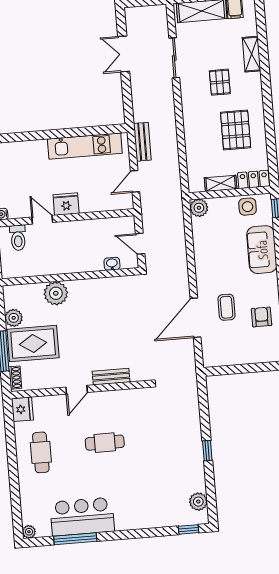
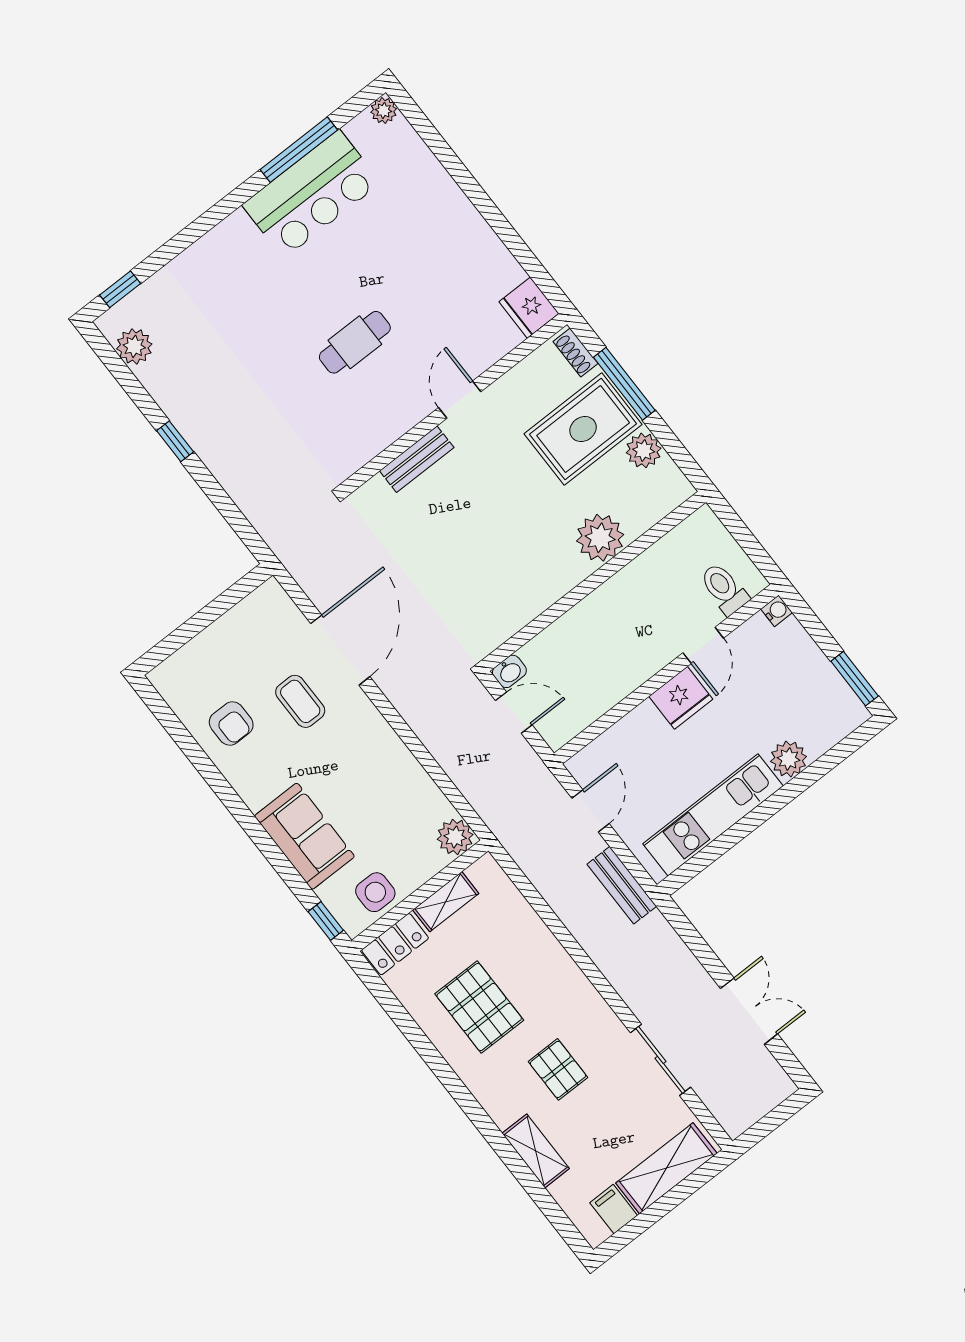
plant: (38, 149) -> (789, 759), added
door: (42, 220) -> (703, 645), hinge flipped
washbasin: (112, 264) -> (509, 671), moved
cafe table: (41, 452) -> (451, 256), removed

